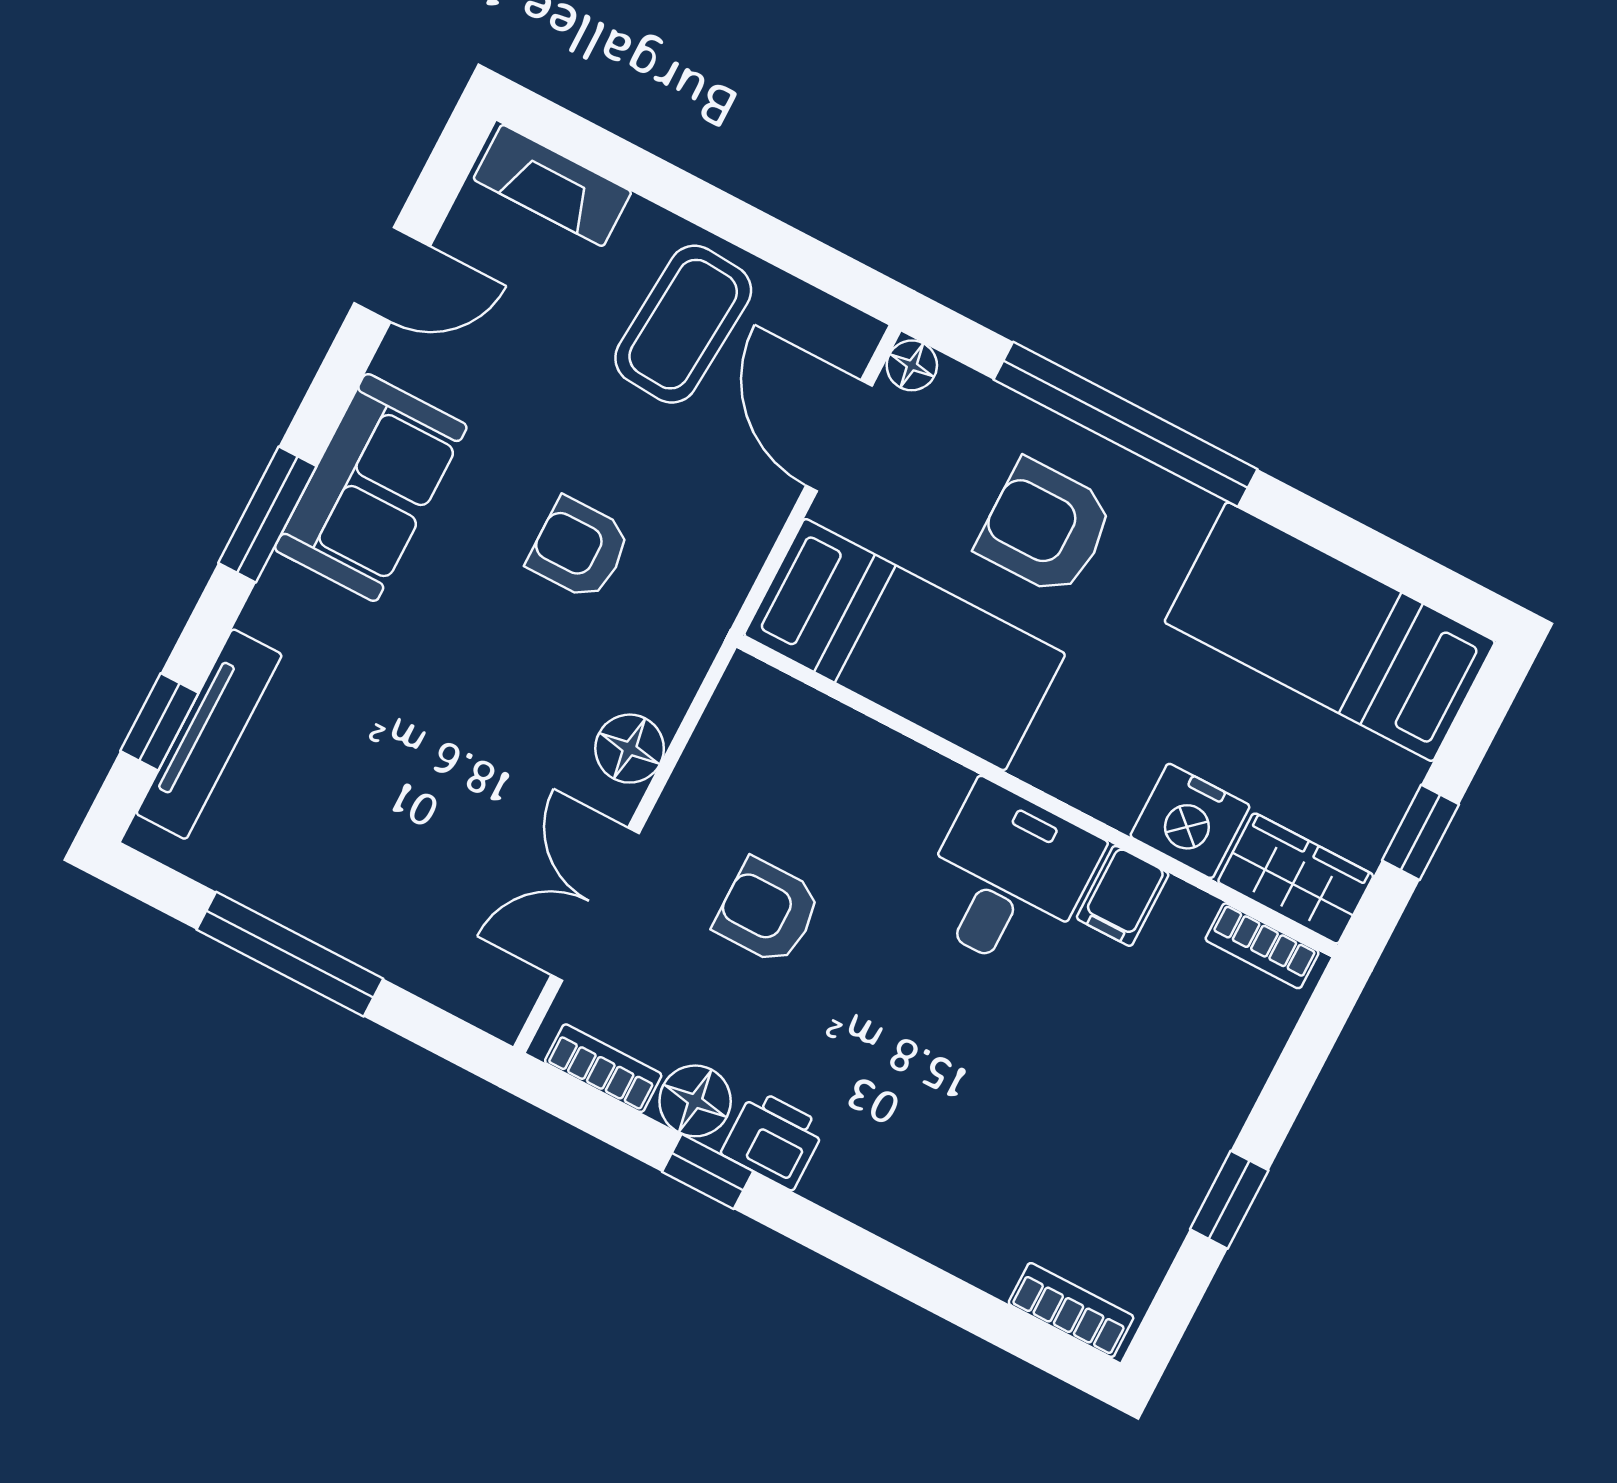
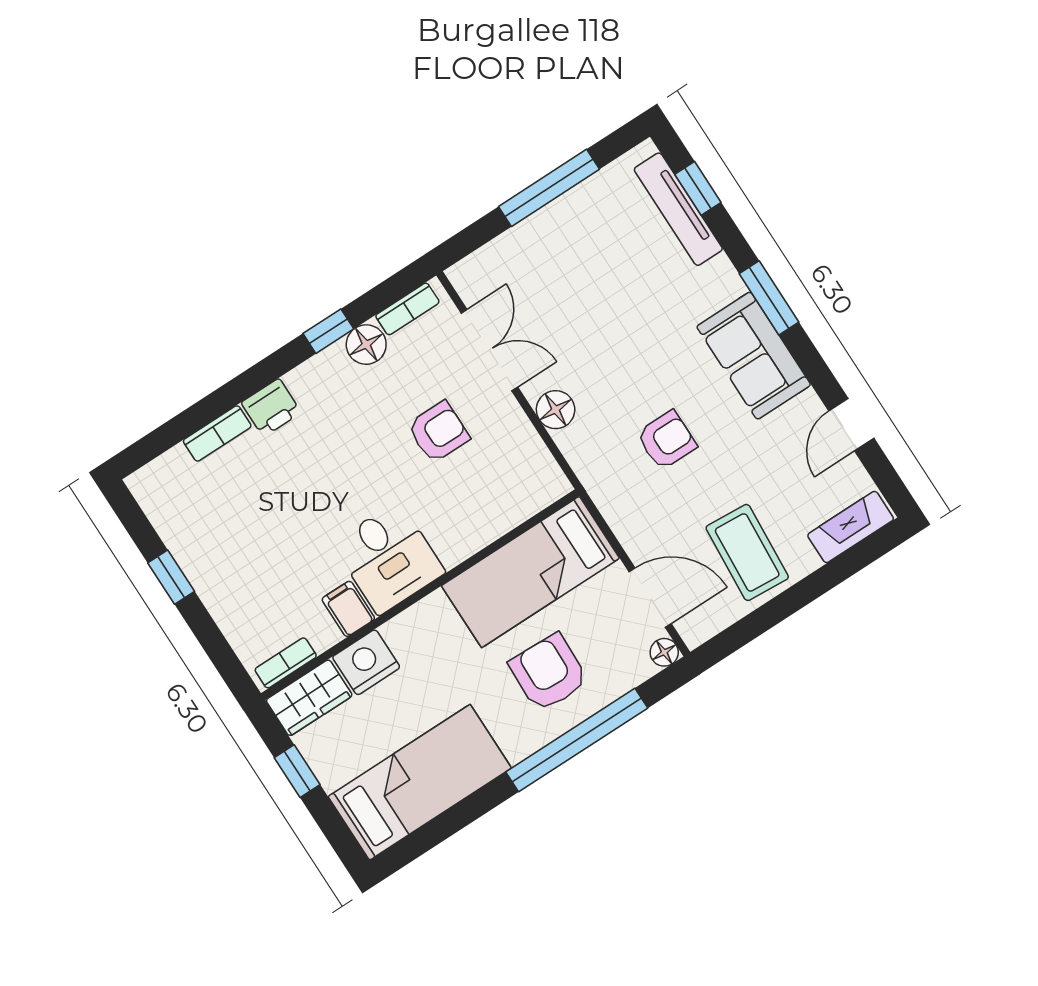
armchair: (1045, 528) -> (549, 673), turned -88
printer: (773, 1140) -> (271, 408), moved
bookcase: (1071, 1310) -> (217, 433), moved

